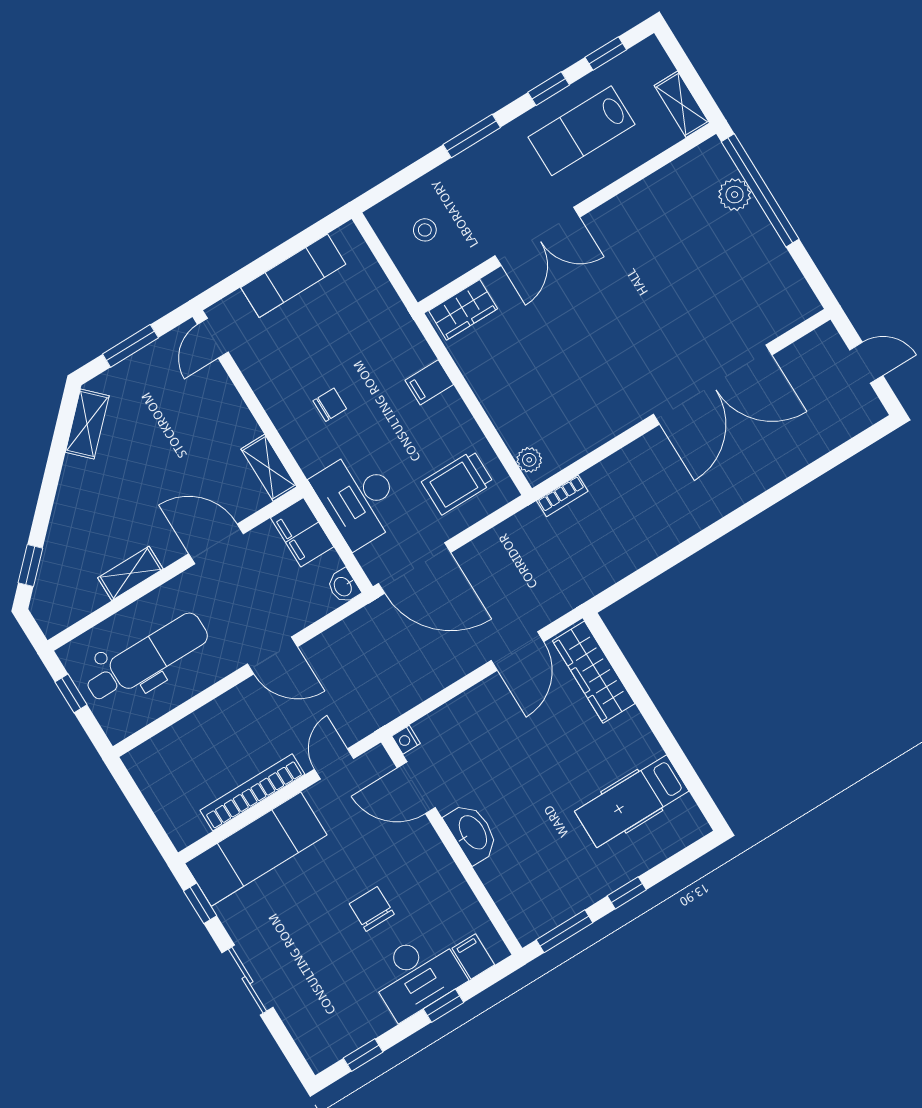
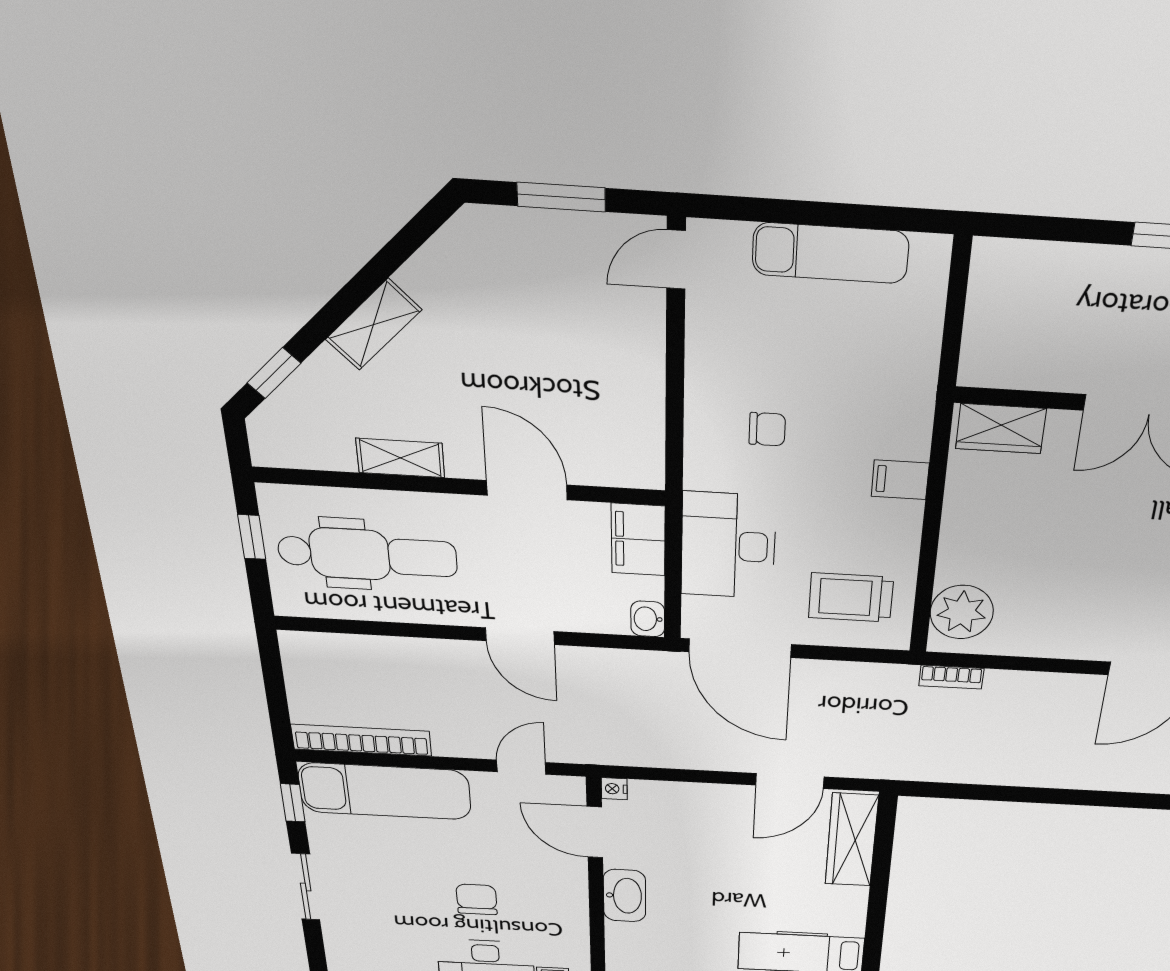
stool: (425, 230) -> (1030, 309), removed
shelving: (87, 424) -> (373, 325), moved
plant: (529, 460) -> (962, 612), width x1.87, depth x1.87
shelving: (269, 468) -> (646, 450), removed
bookcase: (252, 792) -> (361, 740), moved

